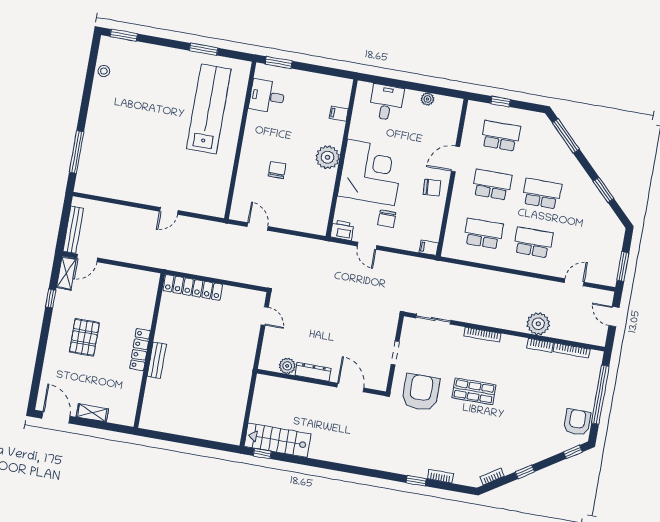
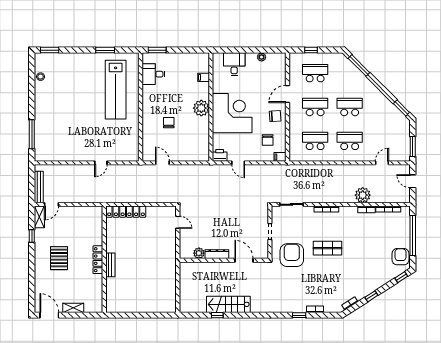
lab bench: (209, 109) -> (116, 90), turned 180
window: (603, 190) -> (401, 108), moved
chair: (387, 219) -> (268, 140), moved
stairs: (278, 440) -> (228, 304), moved
window: (262, 454) -> (217, 315), moved

